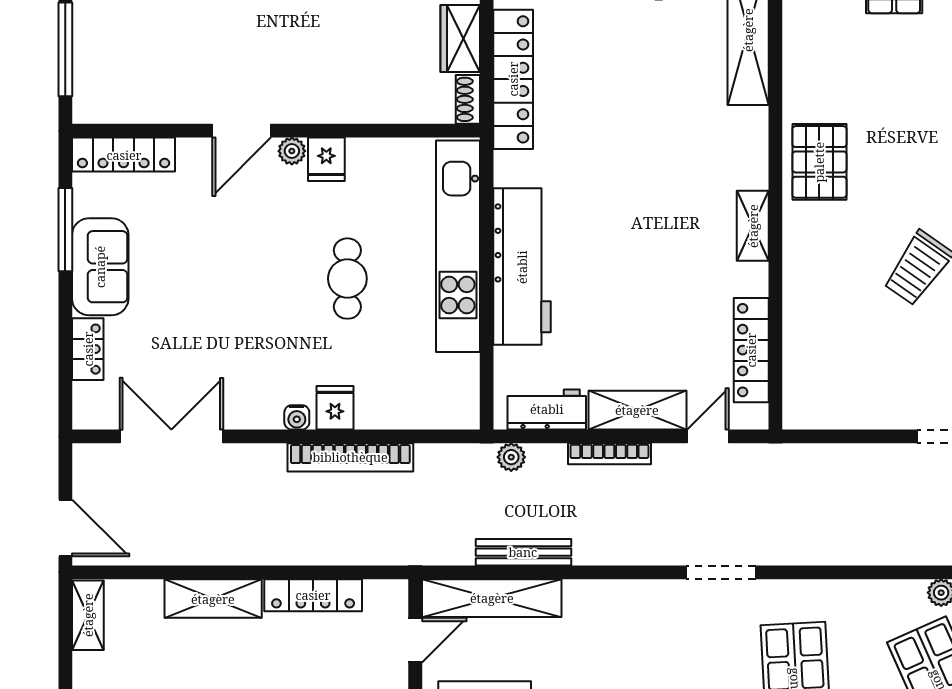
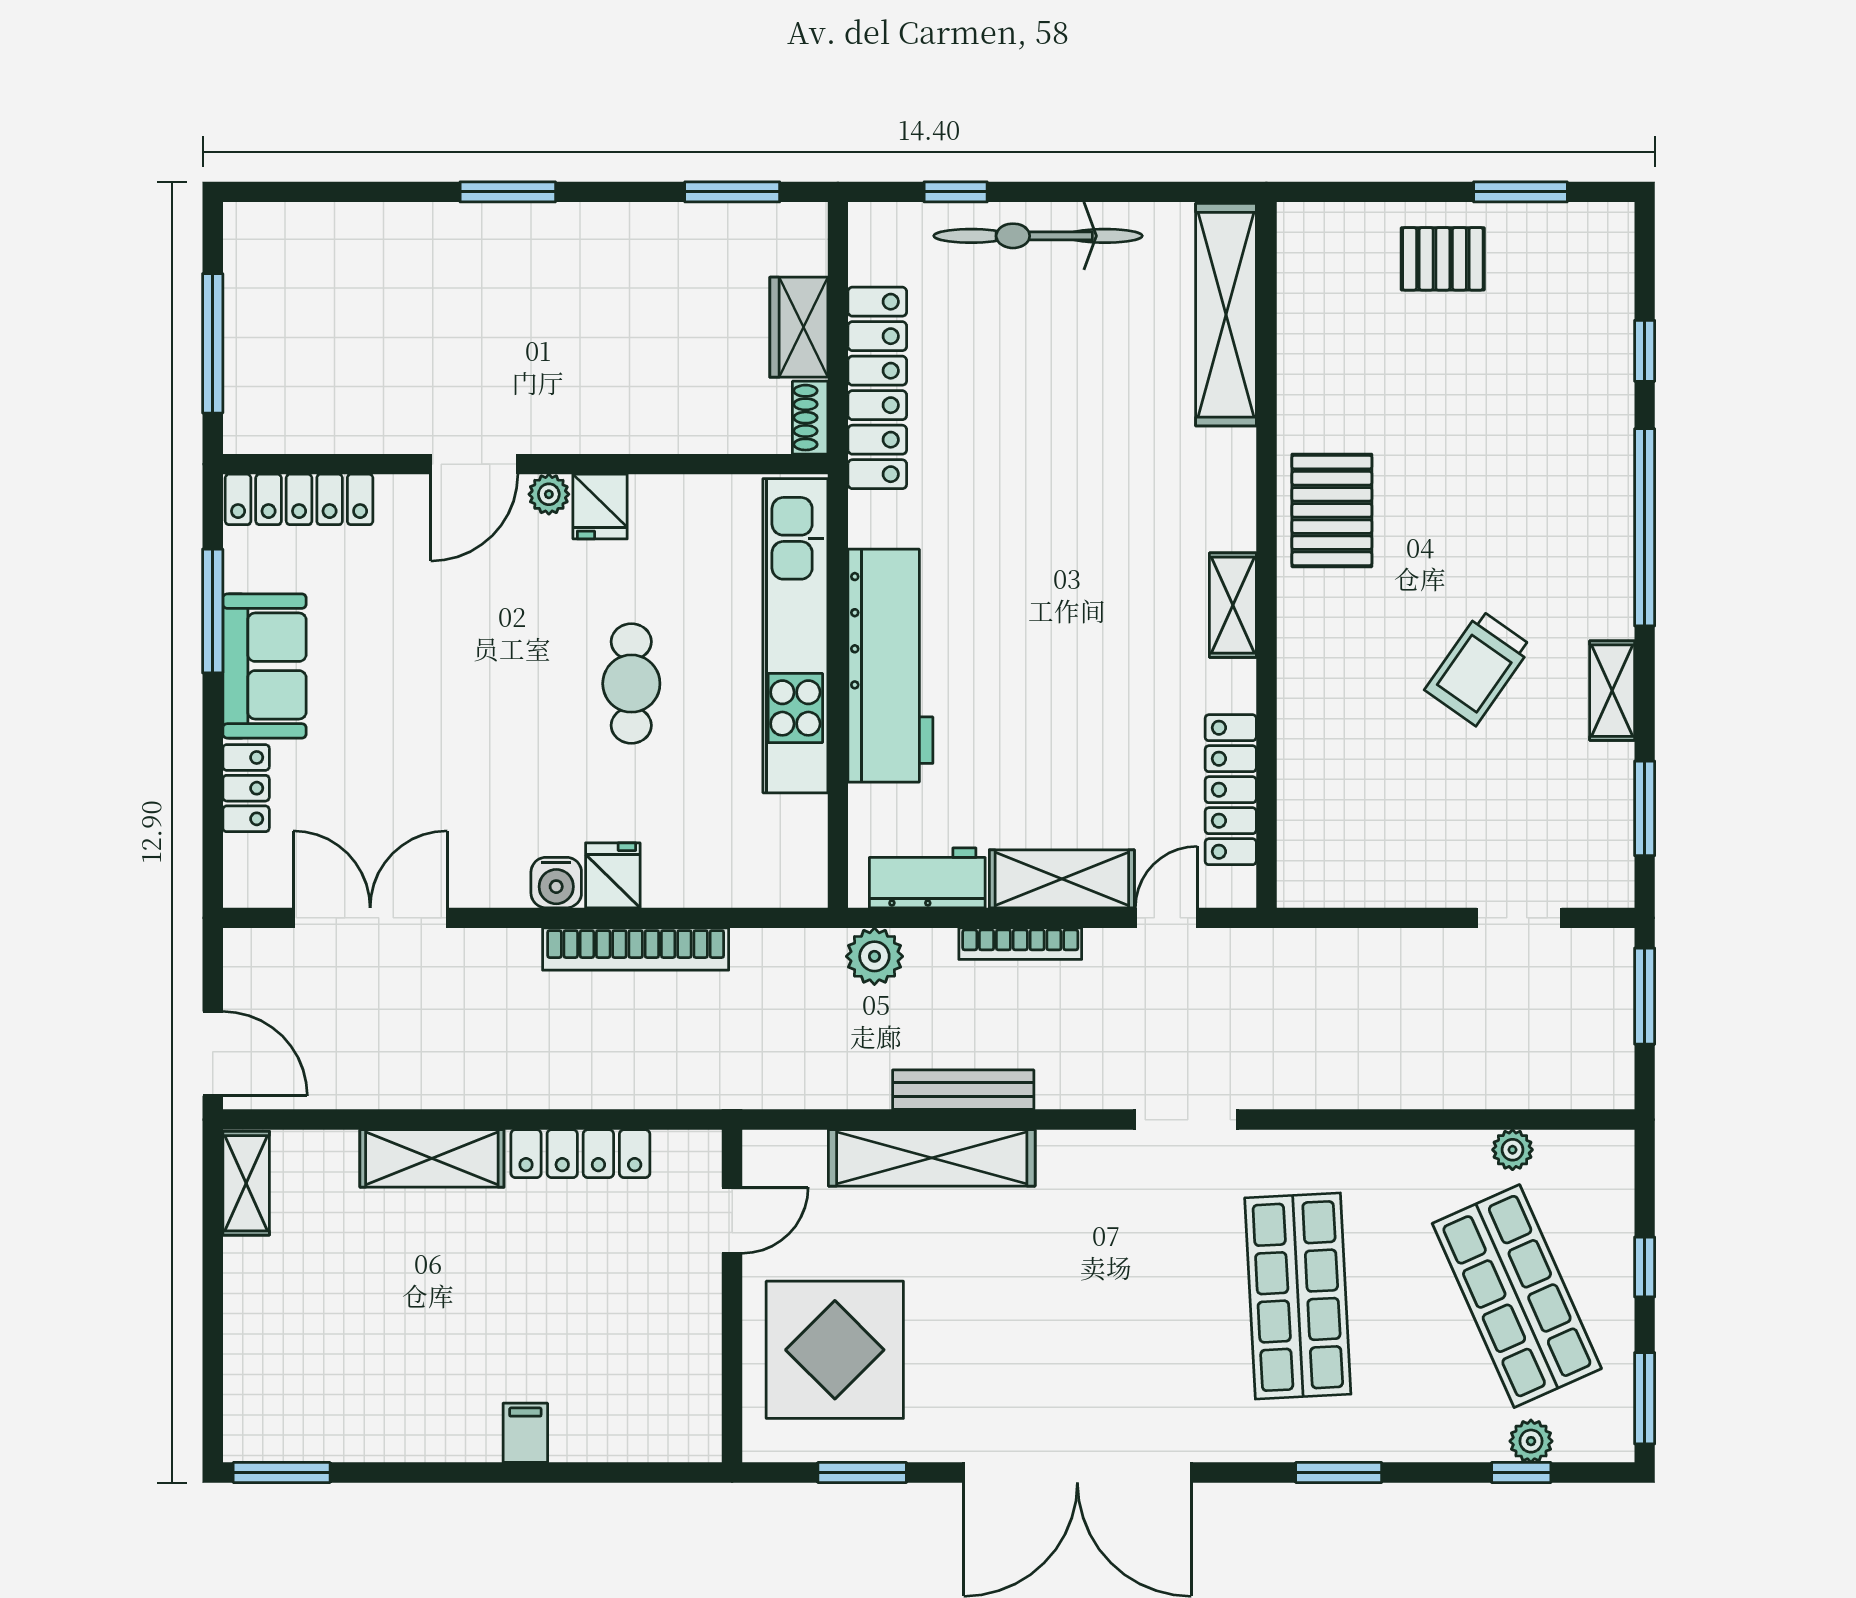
water cooler: (297, 417) -> (556, 883), width x1.38, depth x1.38
plant: (511, 457) -> (874, 956), width x1.38, depth x1.38
bench: (523, 552) -> (963, 1090), moved
shelving: (492, 598) -> (932, 1158), moved

